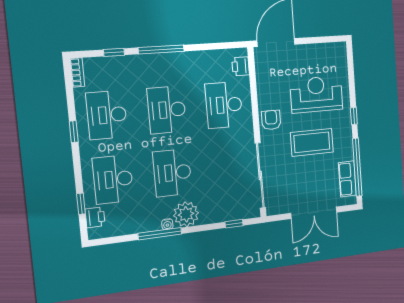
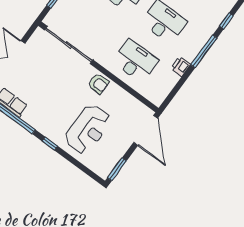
window: (328, 39) -> (117, 169), added
printer: (241, 66) -> (180, 67), moved, turned -90
coffee table: (312, 142) -> (59, 99), removed

